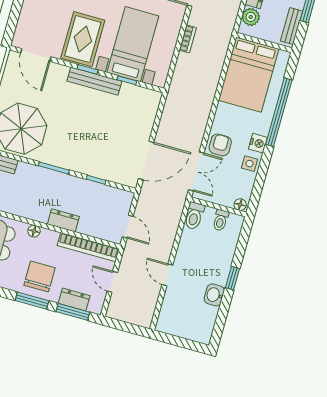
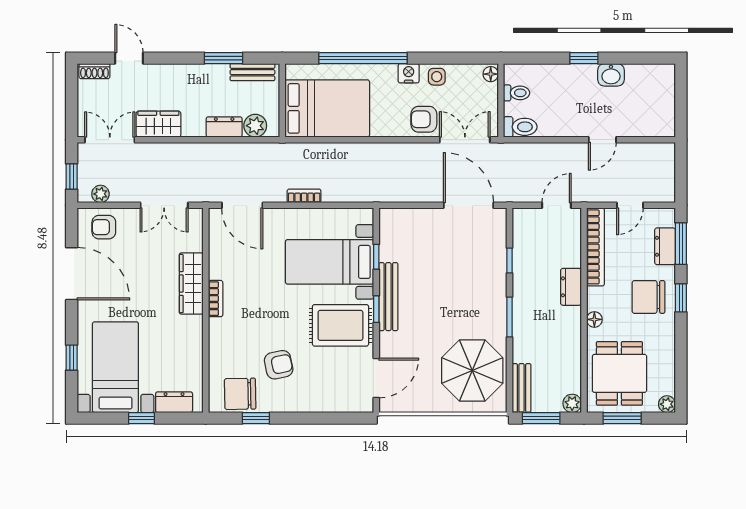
window: (32, 301) -> (681, 298), width x0.67

